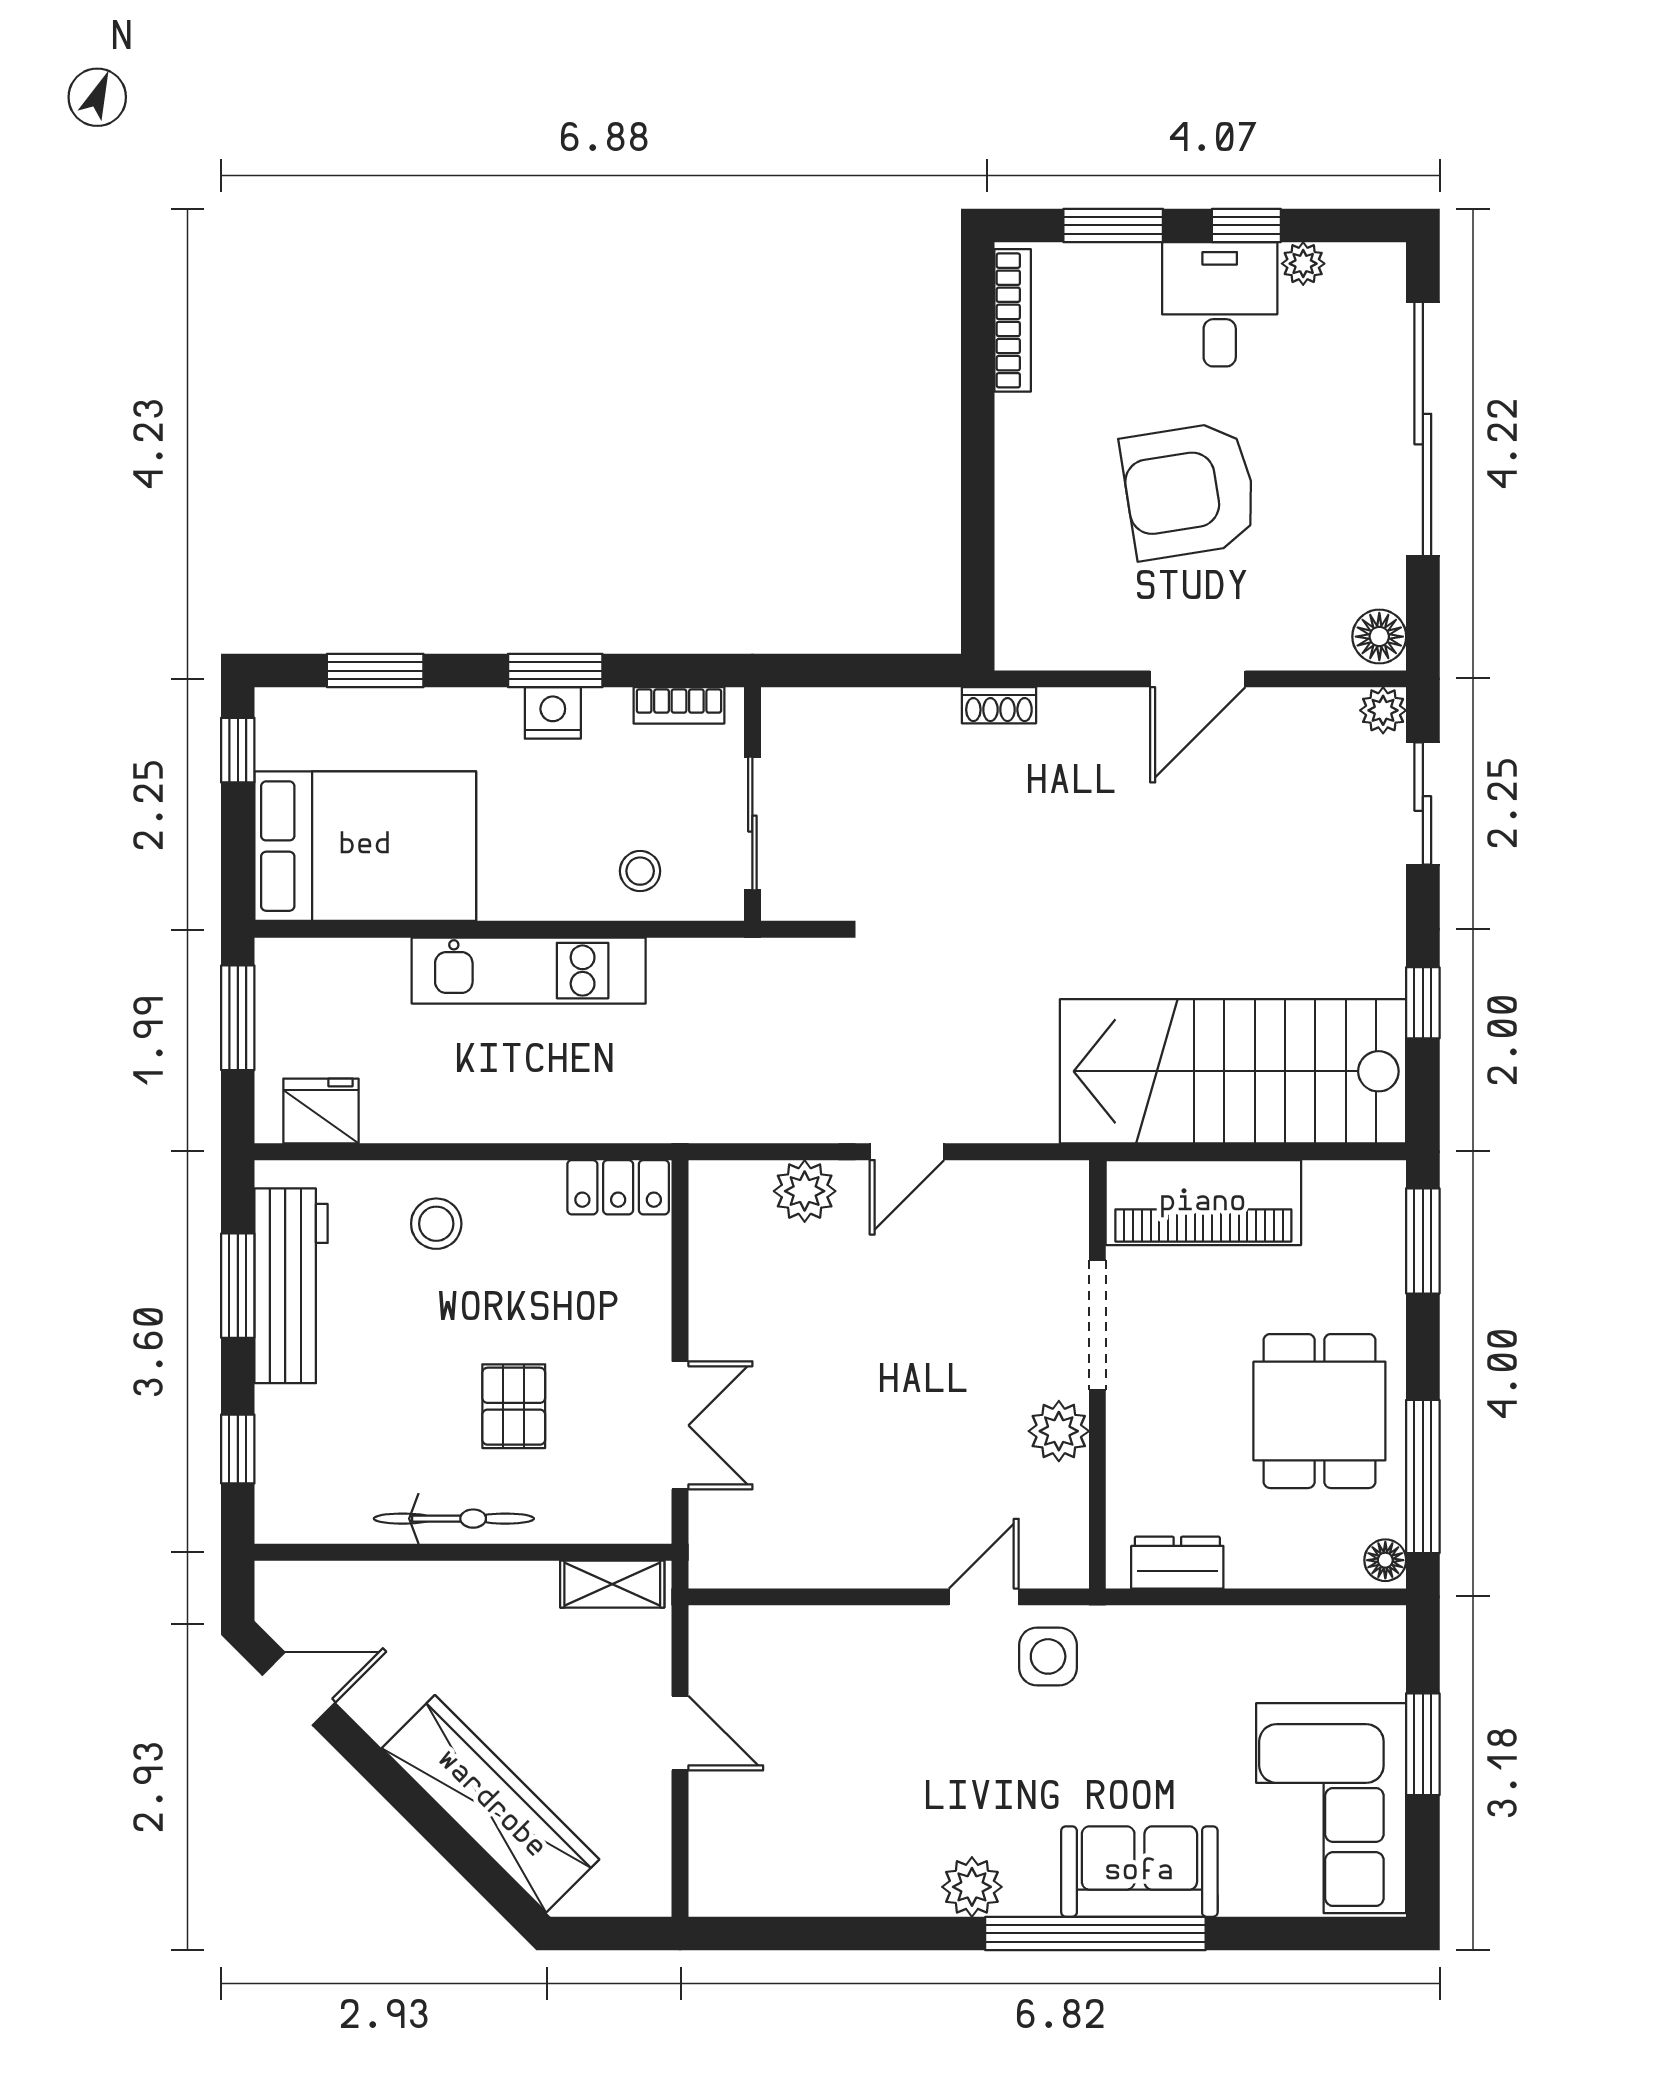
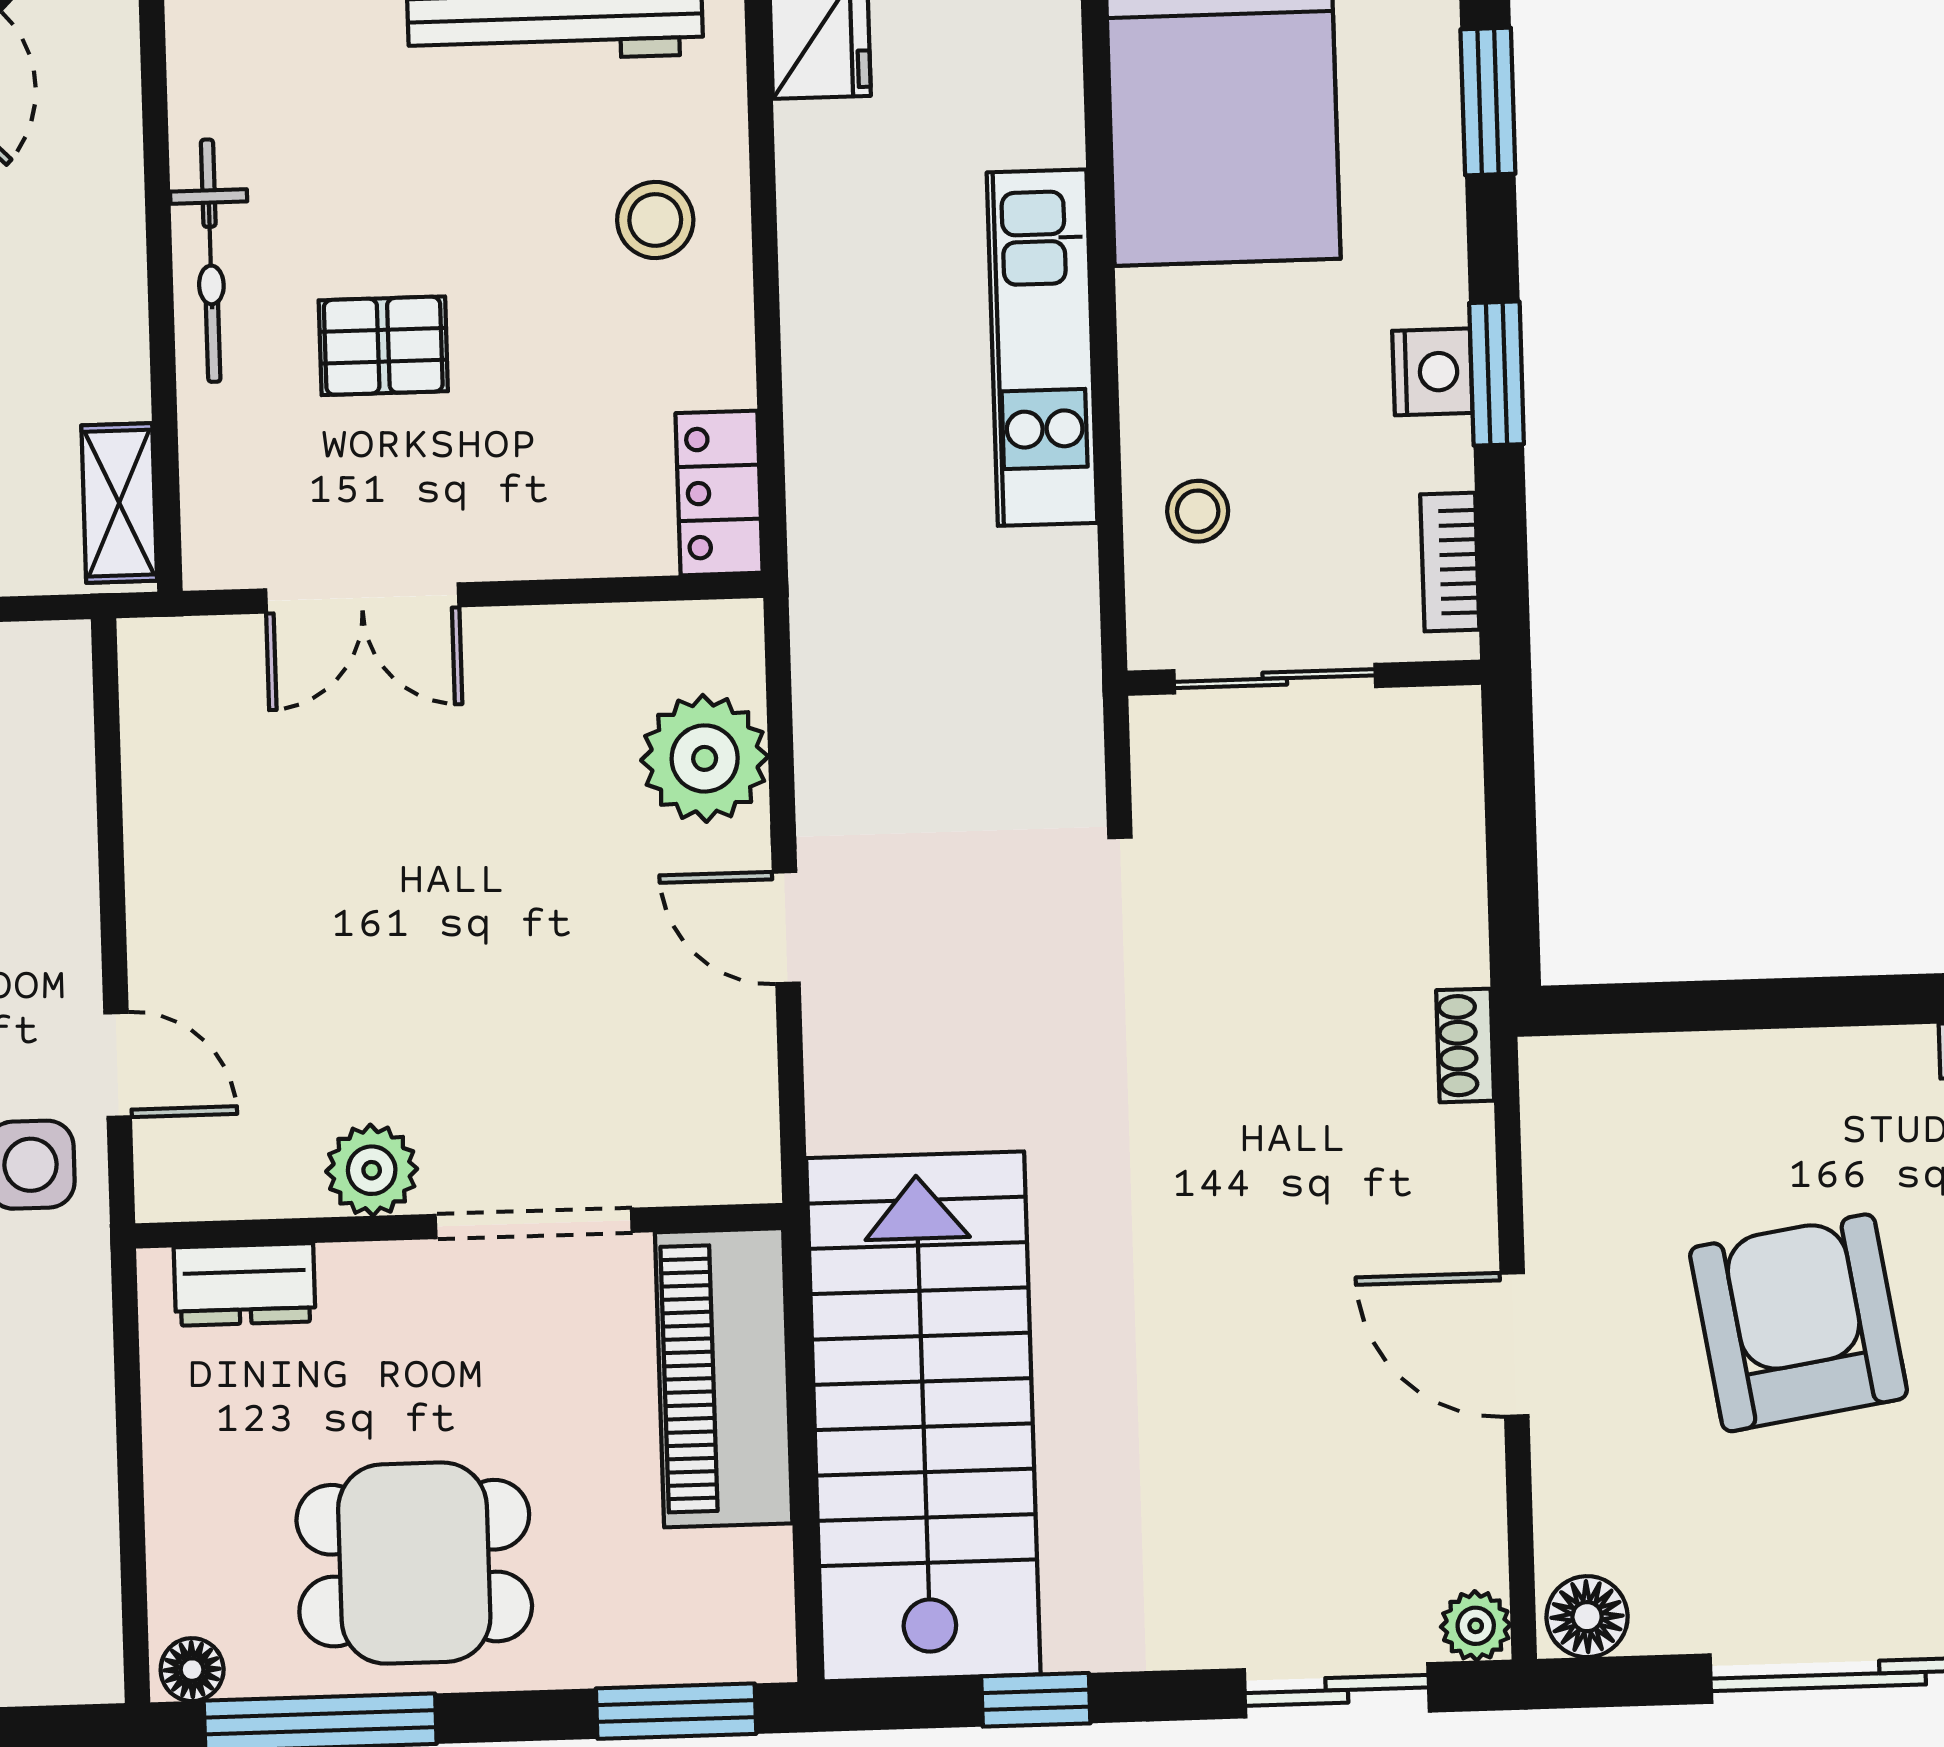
plant: (805, 1191) -> (705, 758), width x1.36, depth x1.36
dresser: (1177, 1563) -> (245, 1284), moved, turned 90

